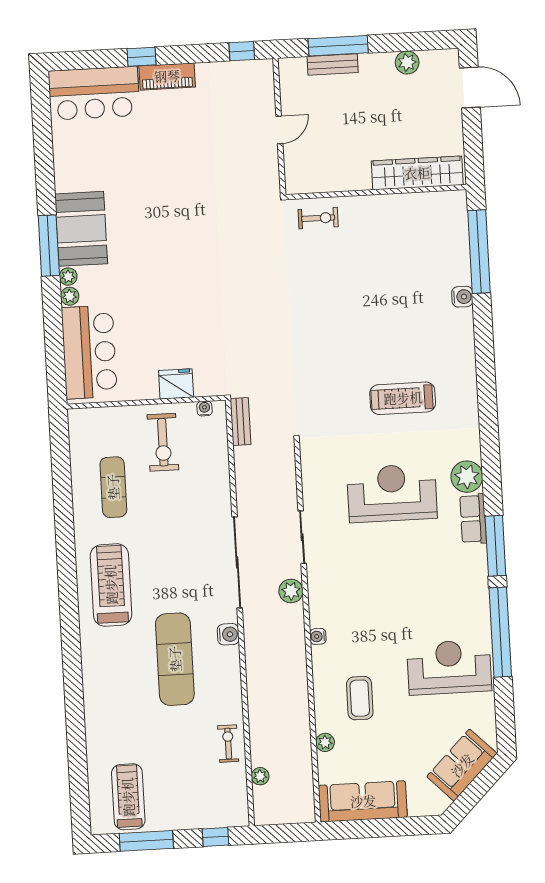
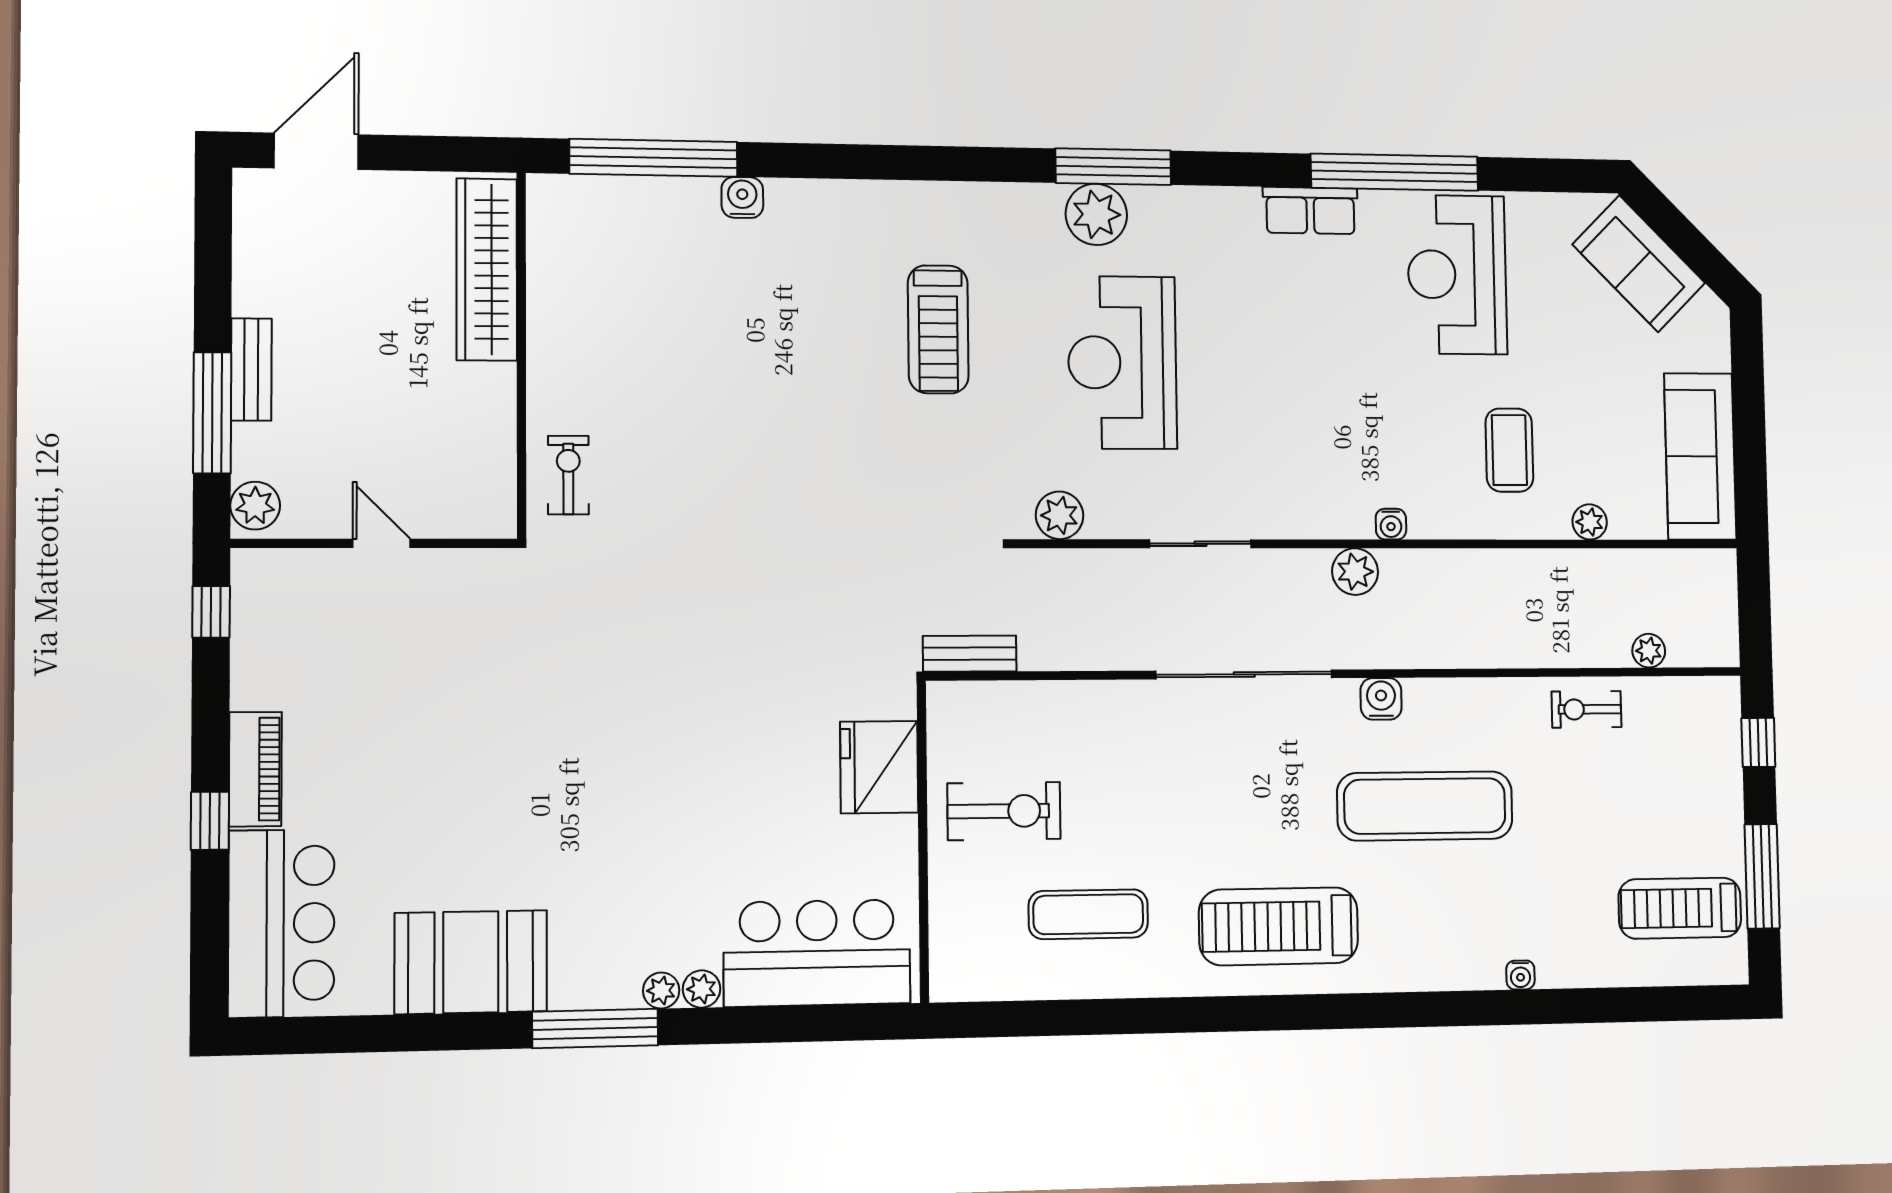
plant: (407, 62) -> (255, 506), moved
bench: (333, 65) -> (251, 370), moved
booth: (81, 229) -> (471, 962), moved
fridge: (176, 384) -> (879, 767), width x1.36, depth x1.34
water cooler: (204, 409) -> (1520, 975), moved, turned -90
plant: (312, 464) -> (1060, 515), added
row of seats: (473, 519) -> (1310, 211), moved
window: (495, 546) -> (1113, 167), moved
plant: (291, 591) -> (1355, 572), moved
coffee table: (360, 698) -> (1509, 450), turned 90

